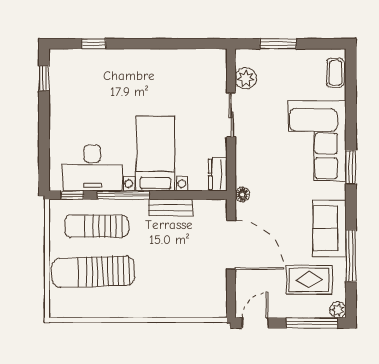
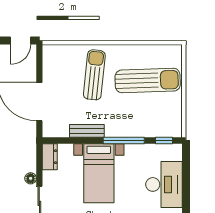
desk: (92, 168) -> (164, 184), moved, turned 90
floor lamp: (242, 195) -> (31, 178), moved
sun lounger: (96, 226) -> (94, 75), moved, turned -84

